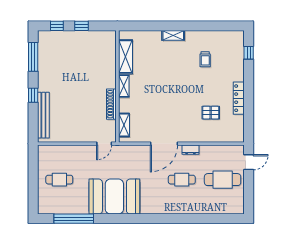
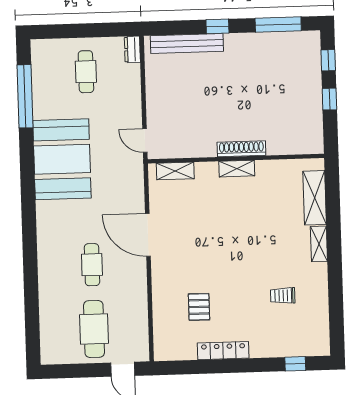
shelving: (126, 57) -> (315, 198), moved, turned 90
shoe rack: (111, 104) -> (241, 149), moved
dresser: (190, 150) -> (132, 49), moved

